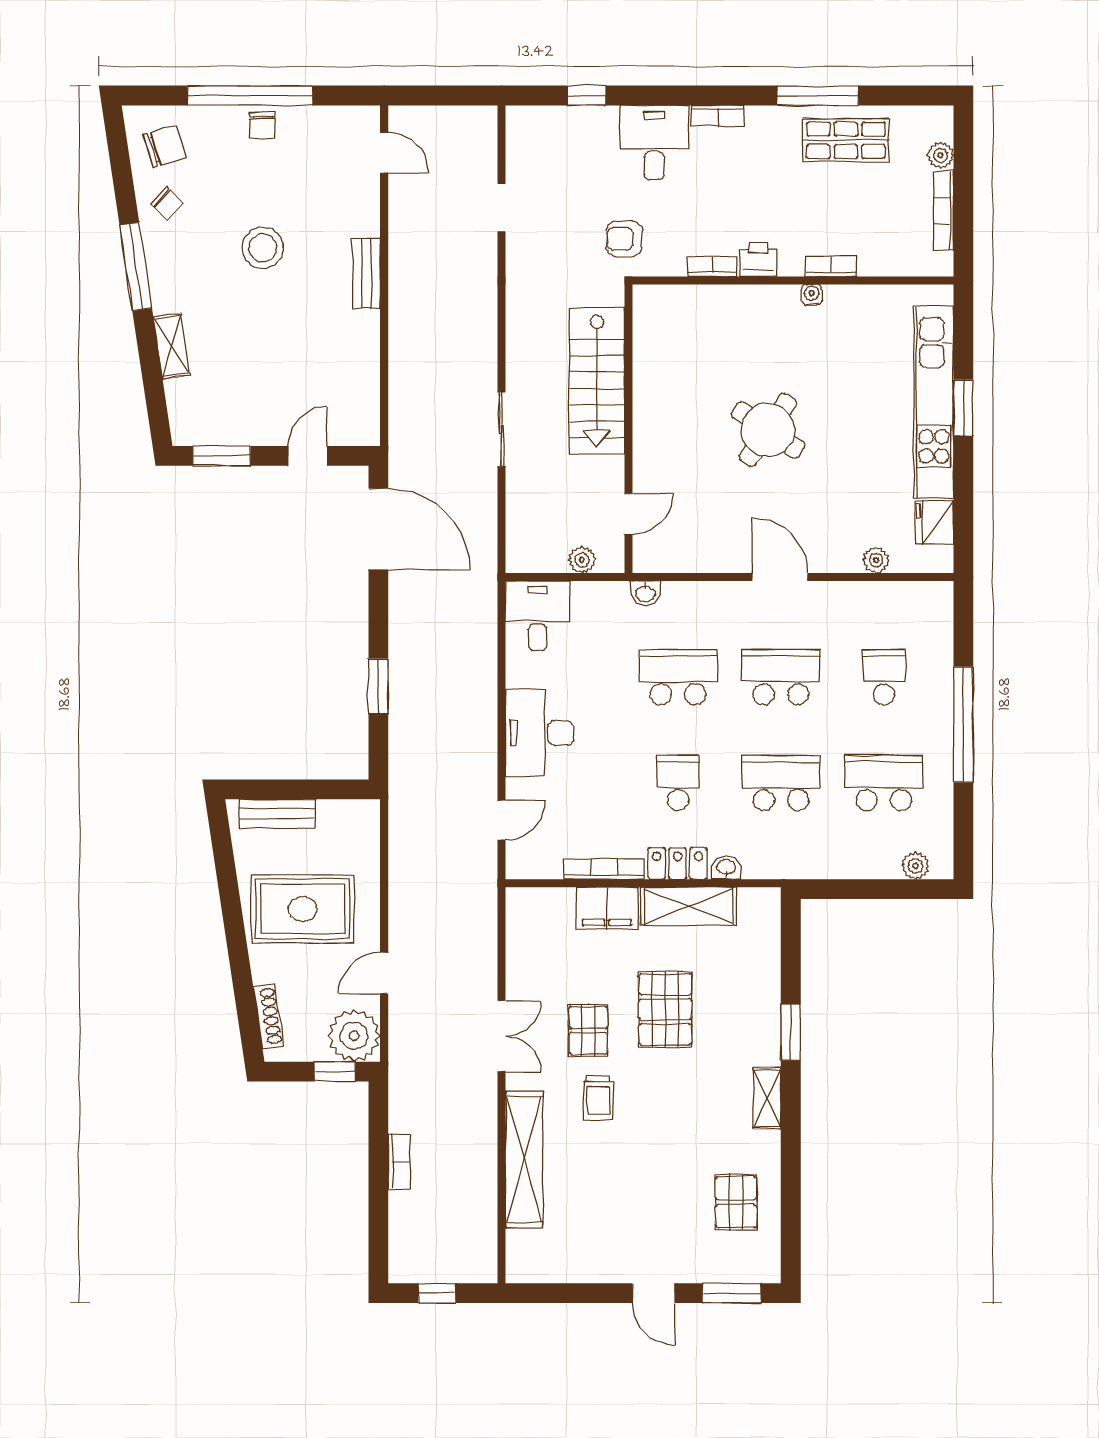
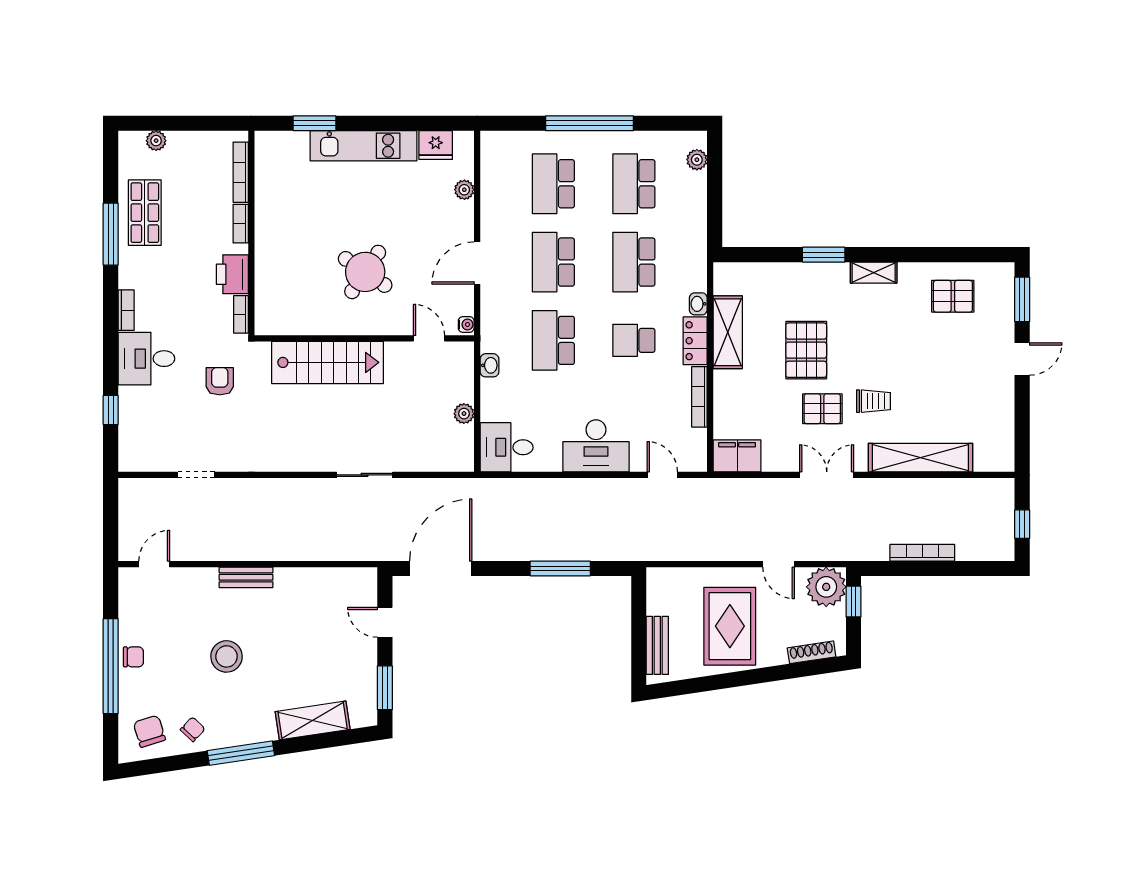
bookcase: (943, 211) -> (241, 172), moved, turned 90
armchair: (624, 239) -> (220, 381), turned 180
printer: (758, 260) -> (232, 274), width x1.36, depth x1.24
water cooler: (812, 295) -> (466, 324), moved, turned 180
shelving: (172, 346) -> (313, 720), width x1.50, depth x1.33
stairs: (597, 380) -> (328, 362), moved
kitchen unit: (934, 402) -> (364, 146), width x0.73
window: (963, 408) -> (314, 123), moved
wall: (628, 429) -> (364, 338), moved
door: (628, 514) -> (429, 338), moved
school desk: (884, 677) -> (553, 184), width x1.85
window: (378, 686) -> (560, 569), width x1.44
filing cabinet: (607, 908) -> (737, 456), moved, turned -90
pallet: (665, 1009) -> (806, 350), turned 90
bookcase: (399, 1162) -> (922, 553), width x1.56

